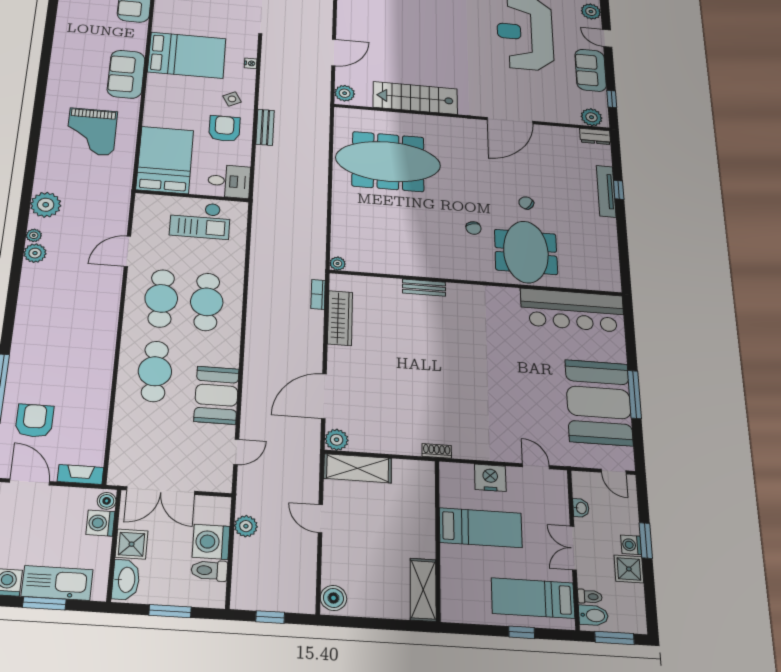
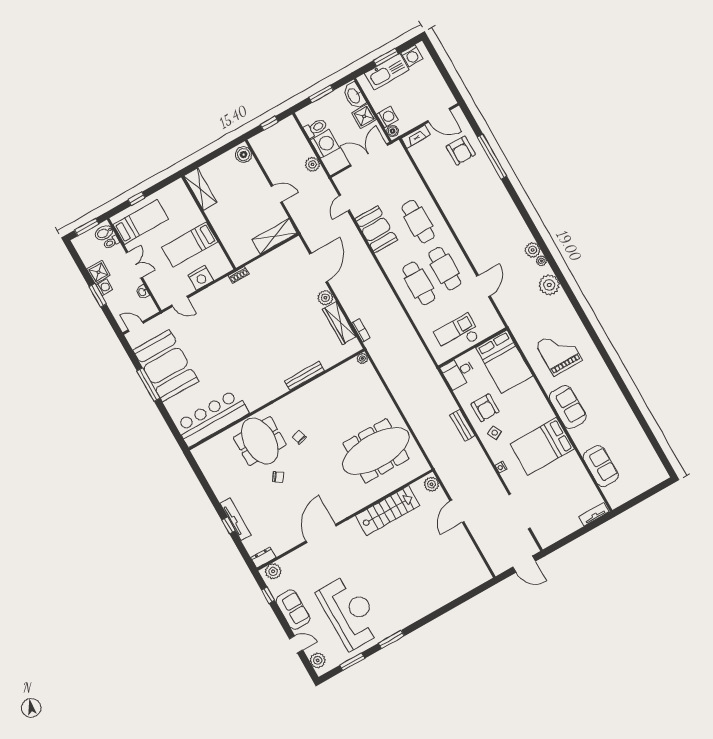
bench: (424, 288) -> (304, 376), width x1.36
plant: (337, 440) -> (325, 298), moved

